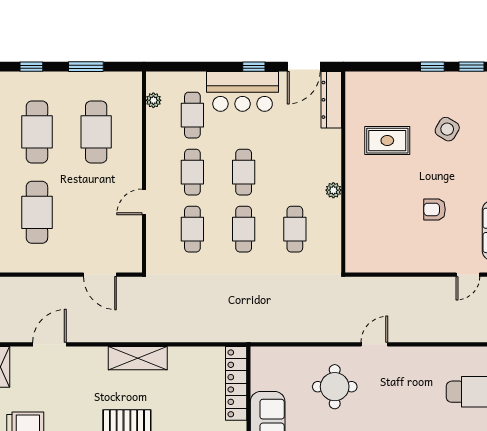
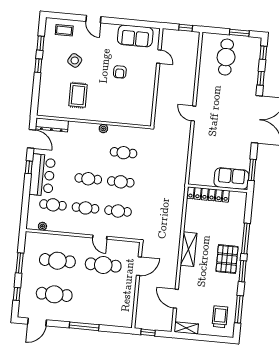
cafe table: (37, 212) -> (103, 265), moved
round table: (335, 387) -> (215, 138), removed

